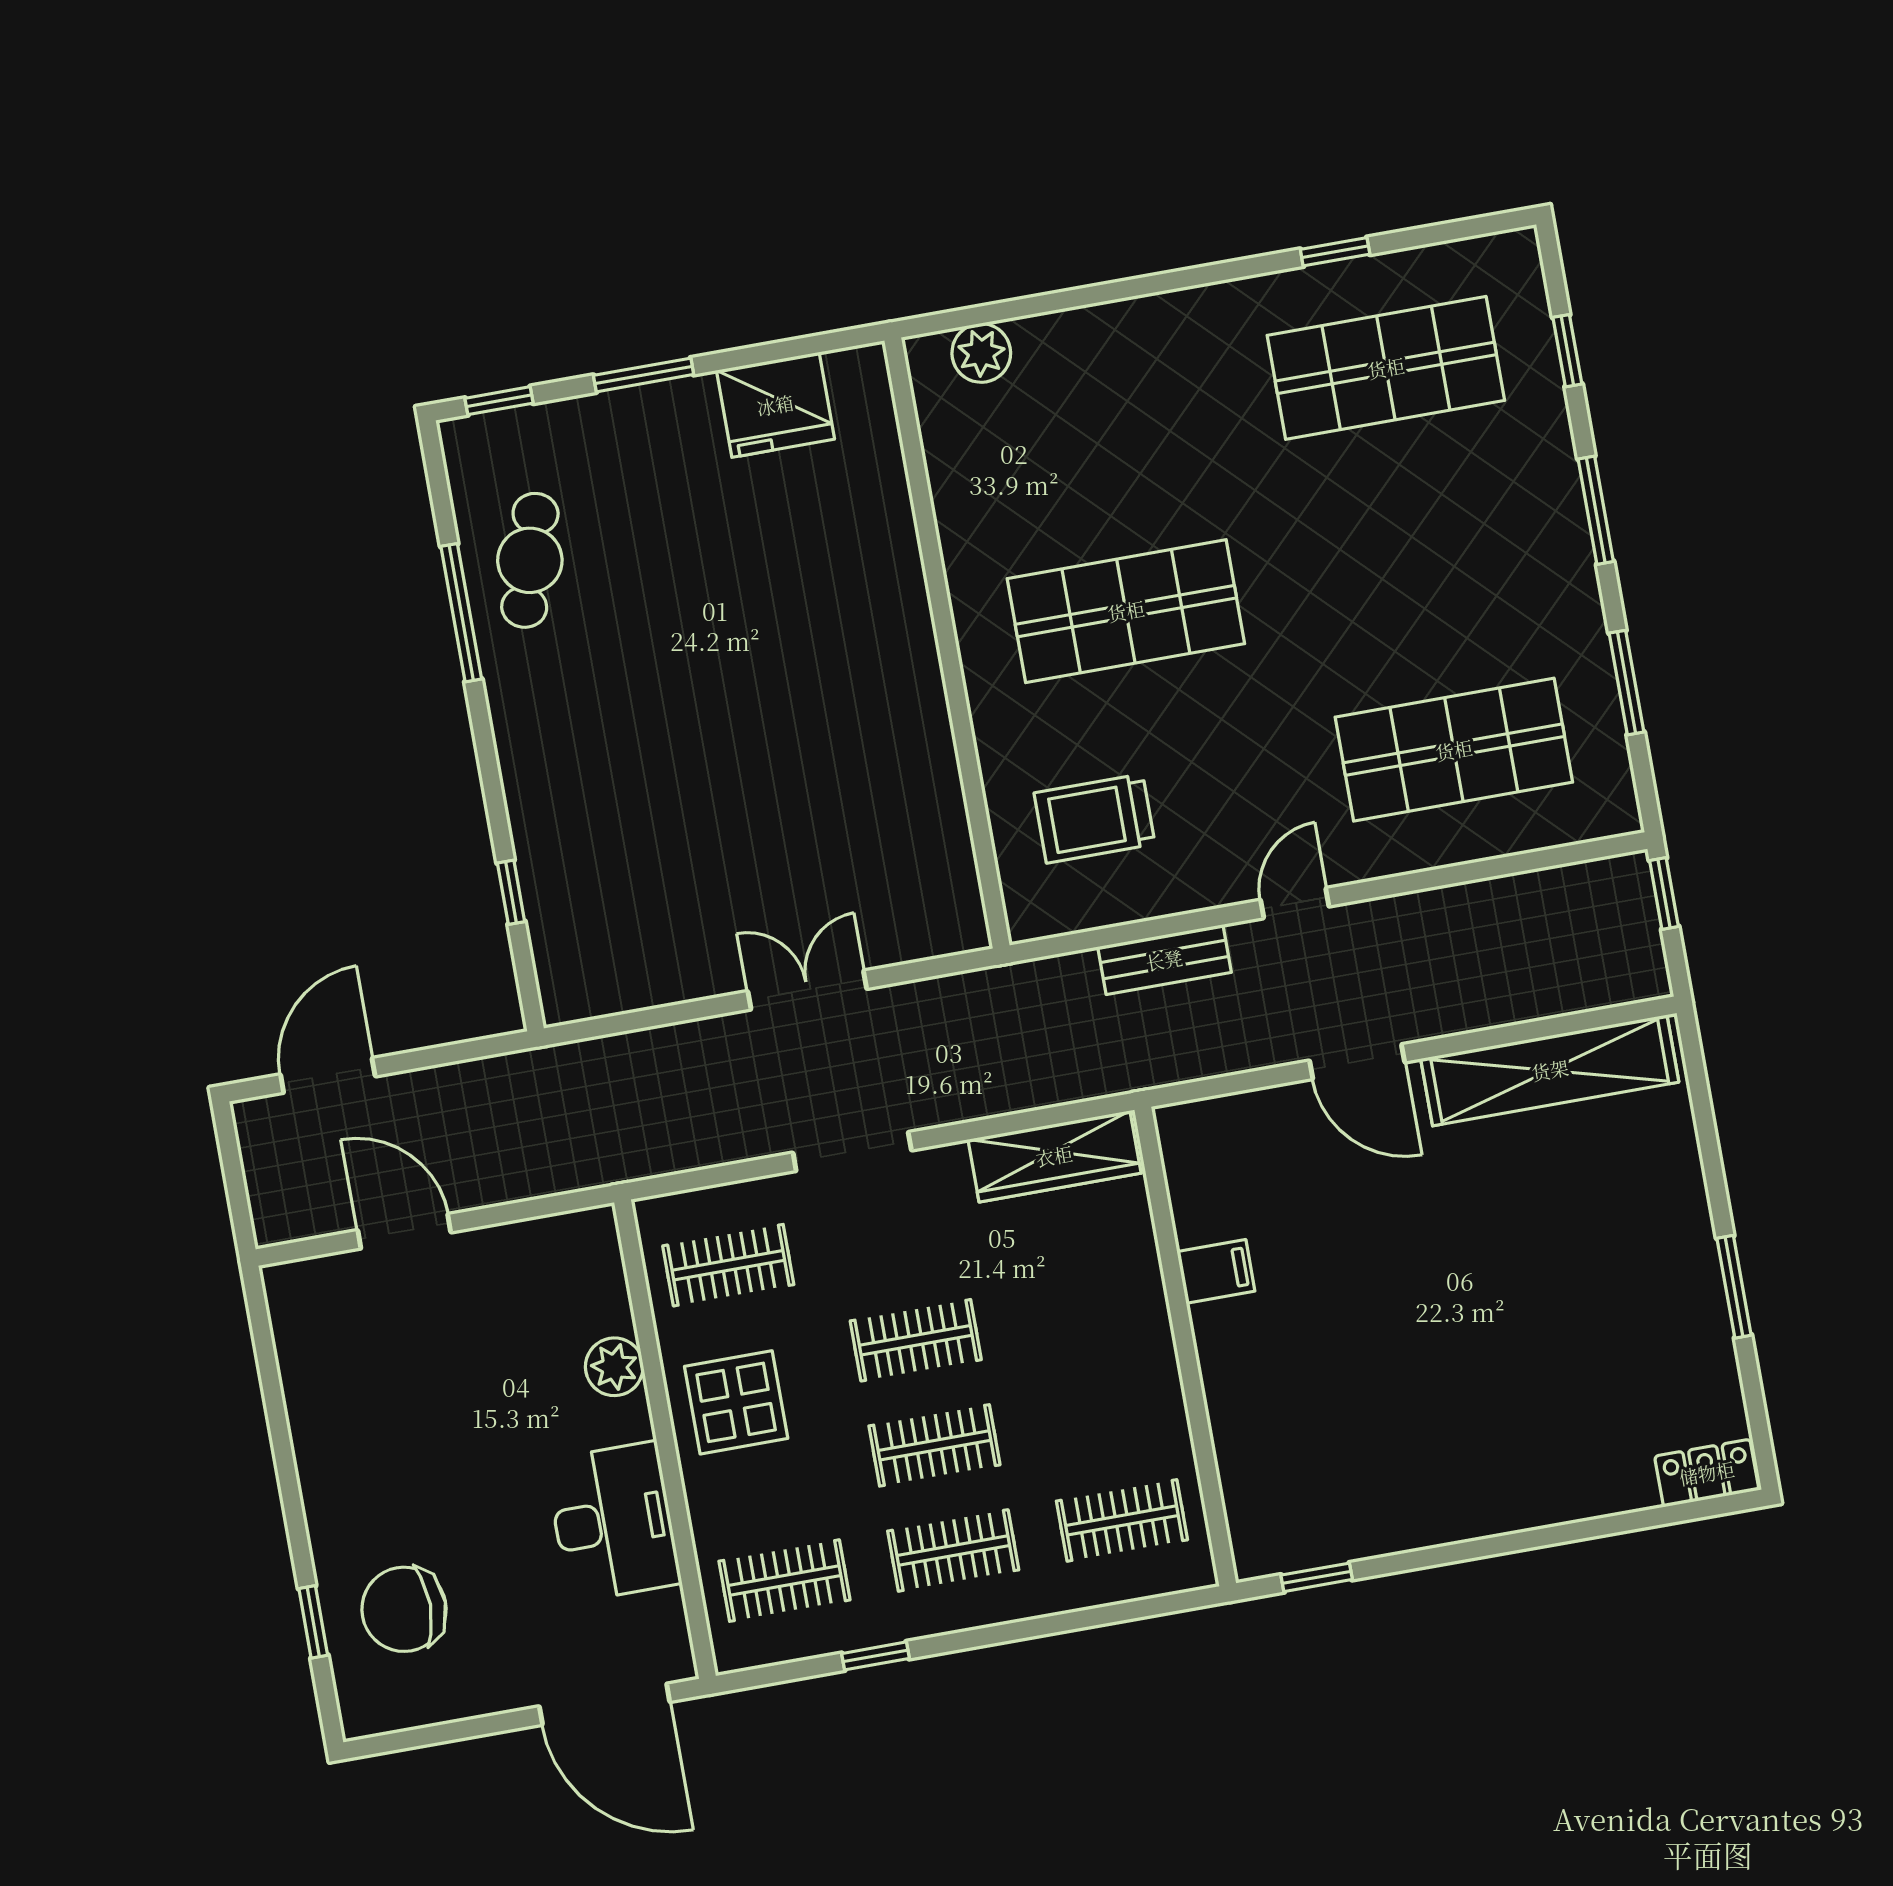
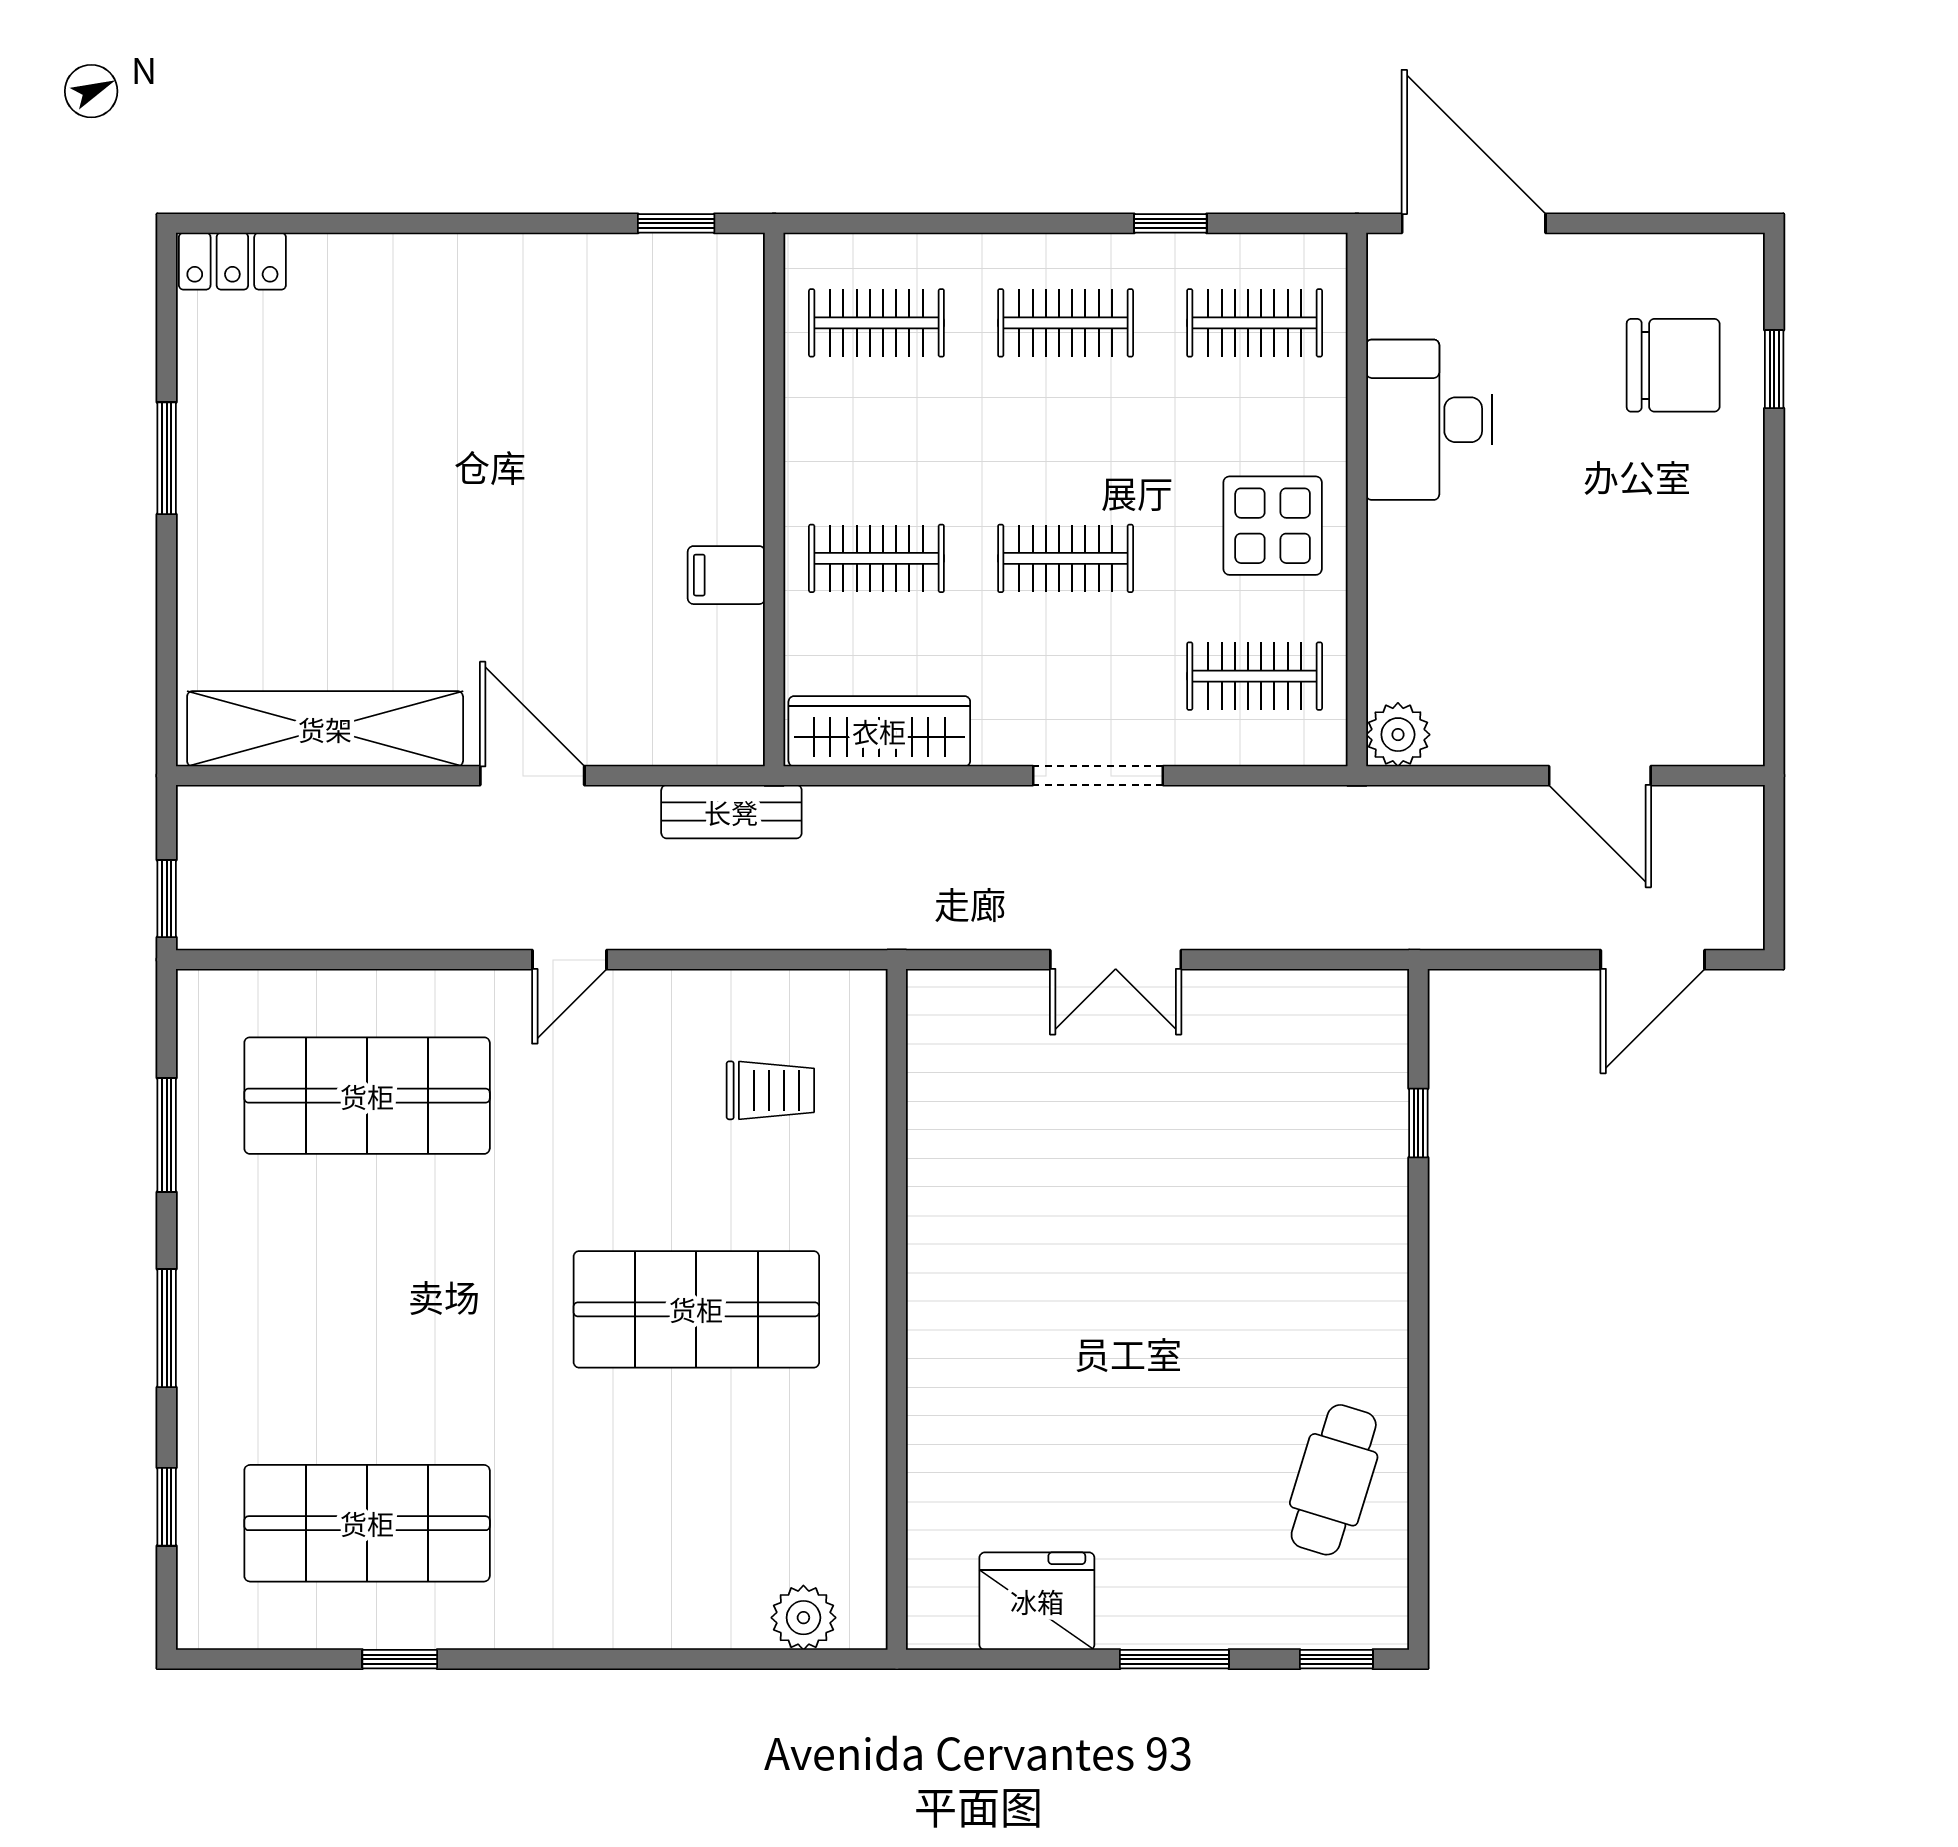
window: (461, 613) -> (1418, 1436), removed
trolley: (1095, 818) -> (770, 1090), width x0.73, depth x0.72
bench: (1164, 960) -> (731, 812), moved
plant: (614, 1367) -> (1398, 735), moved
clothes rail: (934, 1445) -> (876, 558), moved

